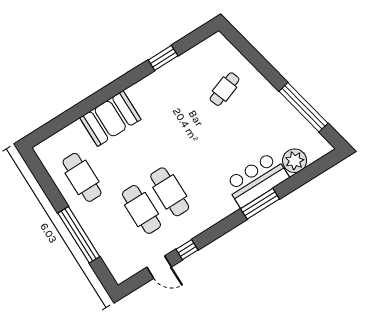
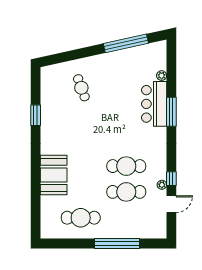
plant: (295, 161) -> (162, 76), width x0.53, depth x0.53
plant: (174, 244) -> (162, 185), added

